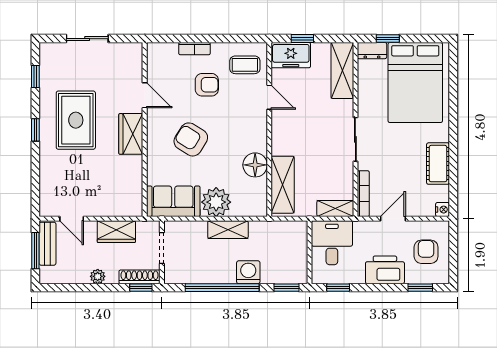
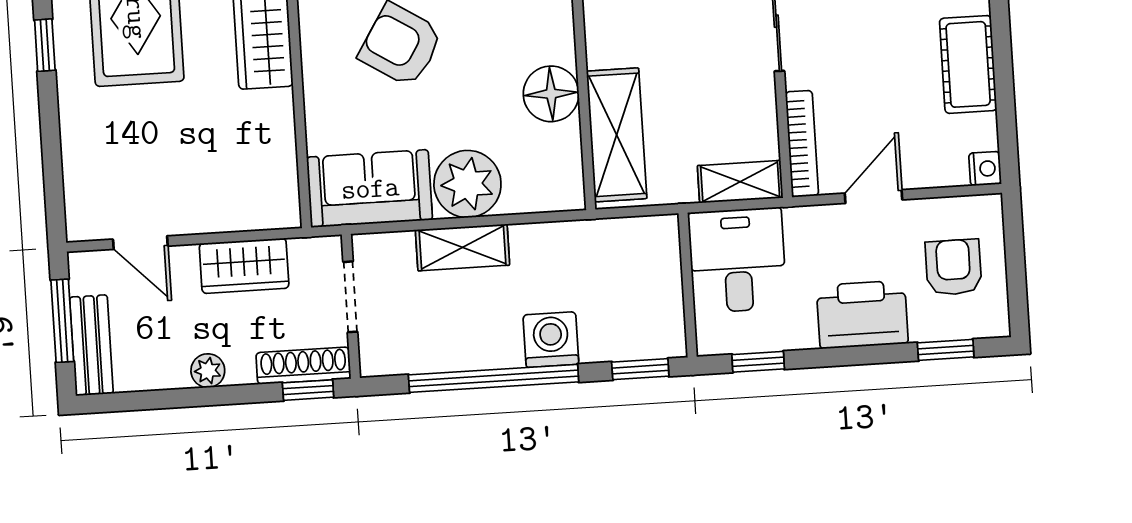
shelving: (228, 230) -> (462, 247), moved
bench: (48, 244) -> (91, 345), moved

